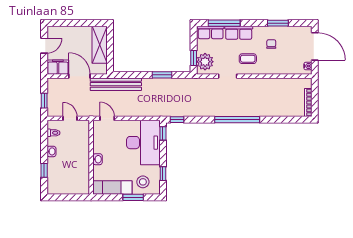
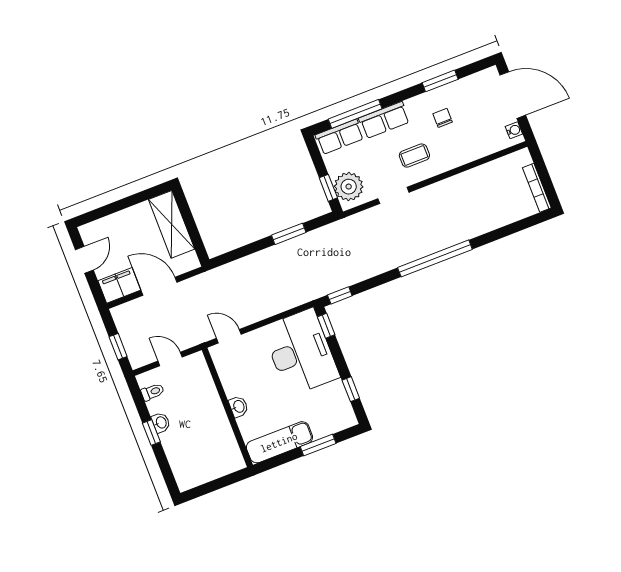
bench: (116, 84) -> (221, 277), removed
window: (44, 170) -> (151, 433), moved
stool: (143, 182) -> (324, 415), removed

